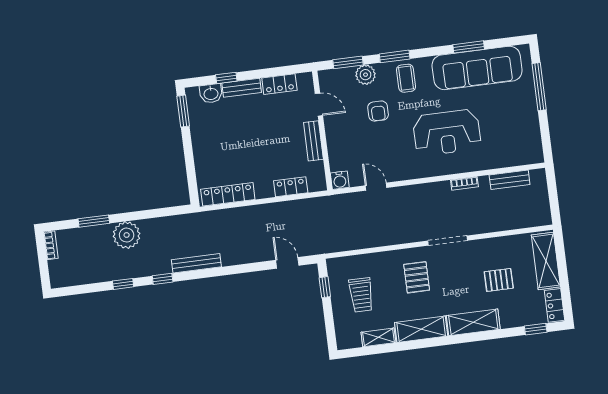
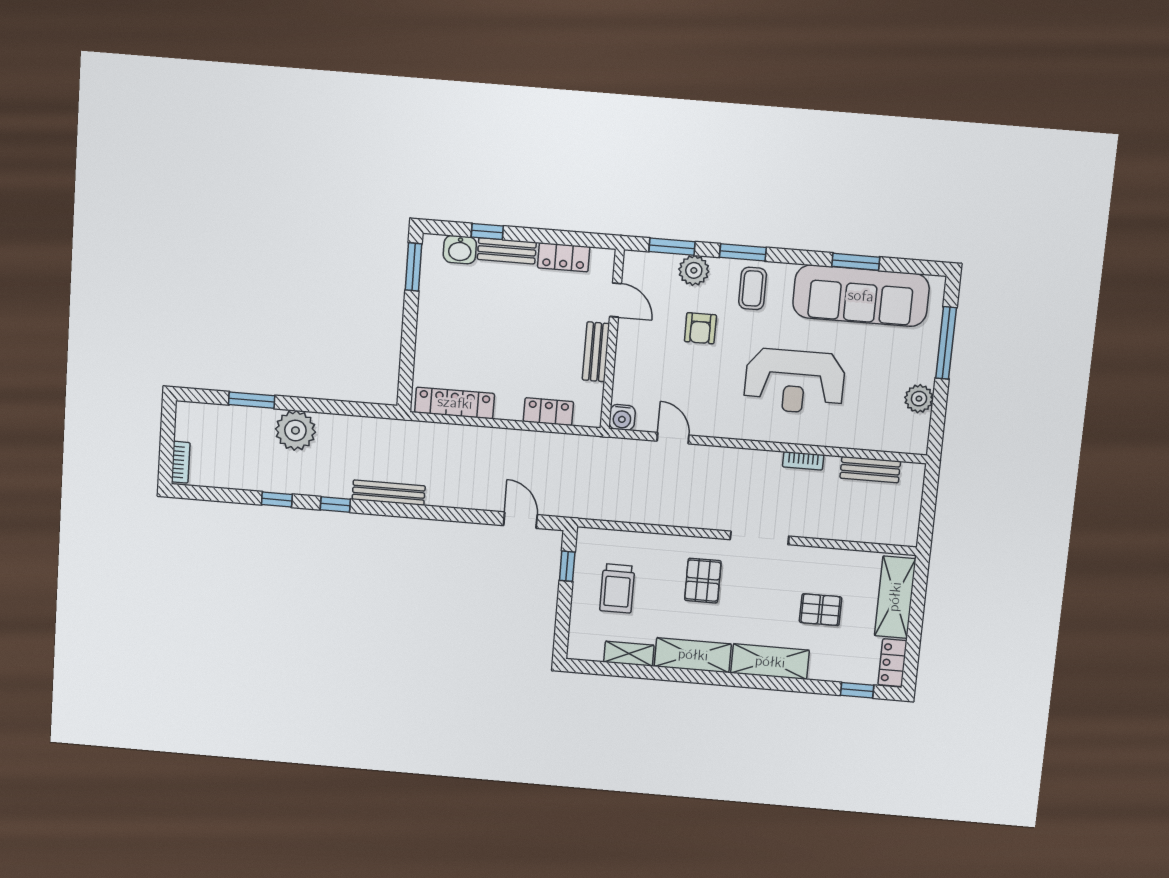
plant: (530, 126) -> (919, 399), added
bookcase: (51, 245) -> (181, 462), moved

